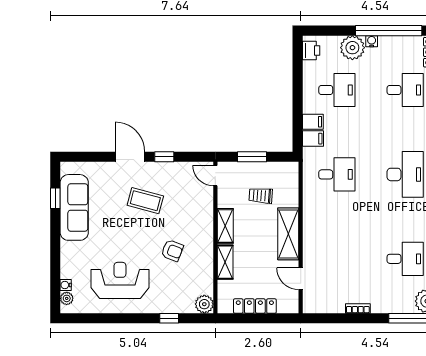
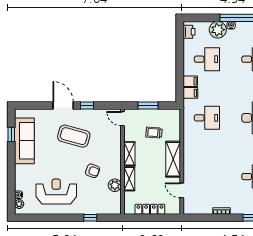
coffee table: (145, 201) -> (74, 136), width x1.36, depth x1.32
plant: (204, 304) -> (115, 185), moved

